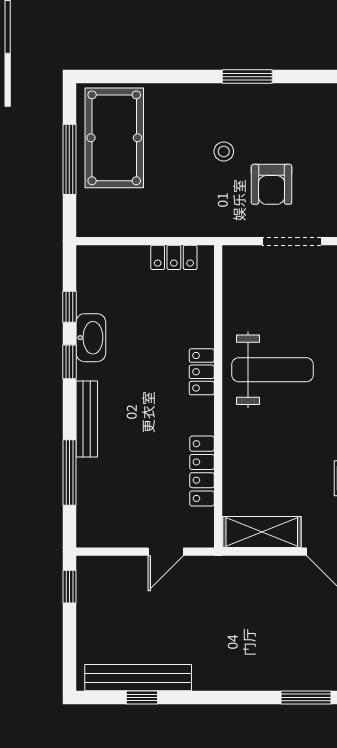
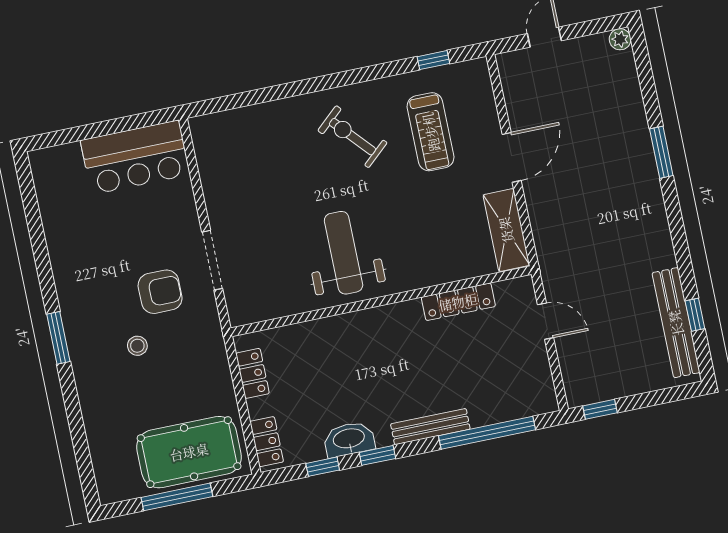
pool table: (114, 138) -> (189, 452), moved
locker: (202, 372) -> (267, 442), moved, turned -90
window: (69, 472) -> (487, 433), width x1.46

